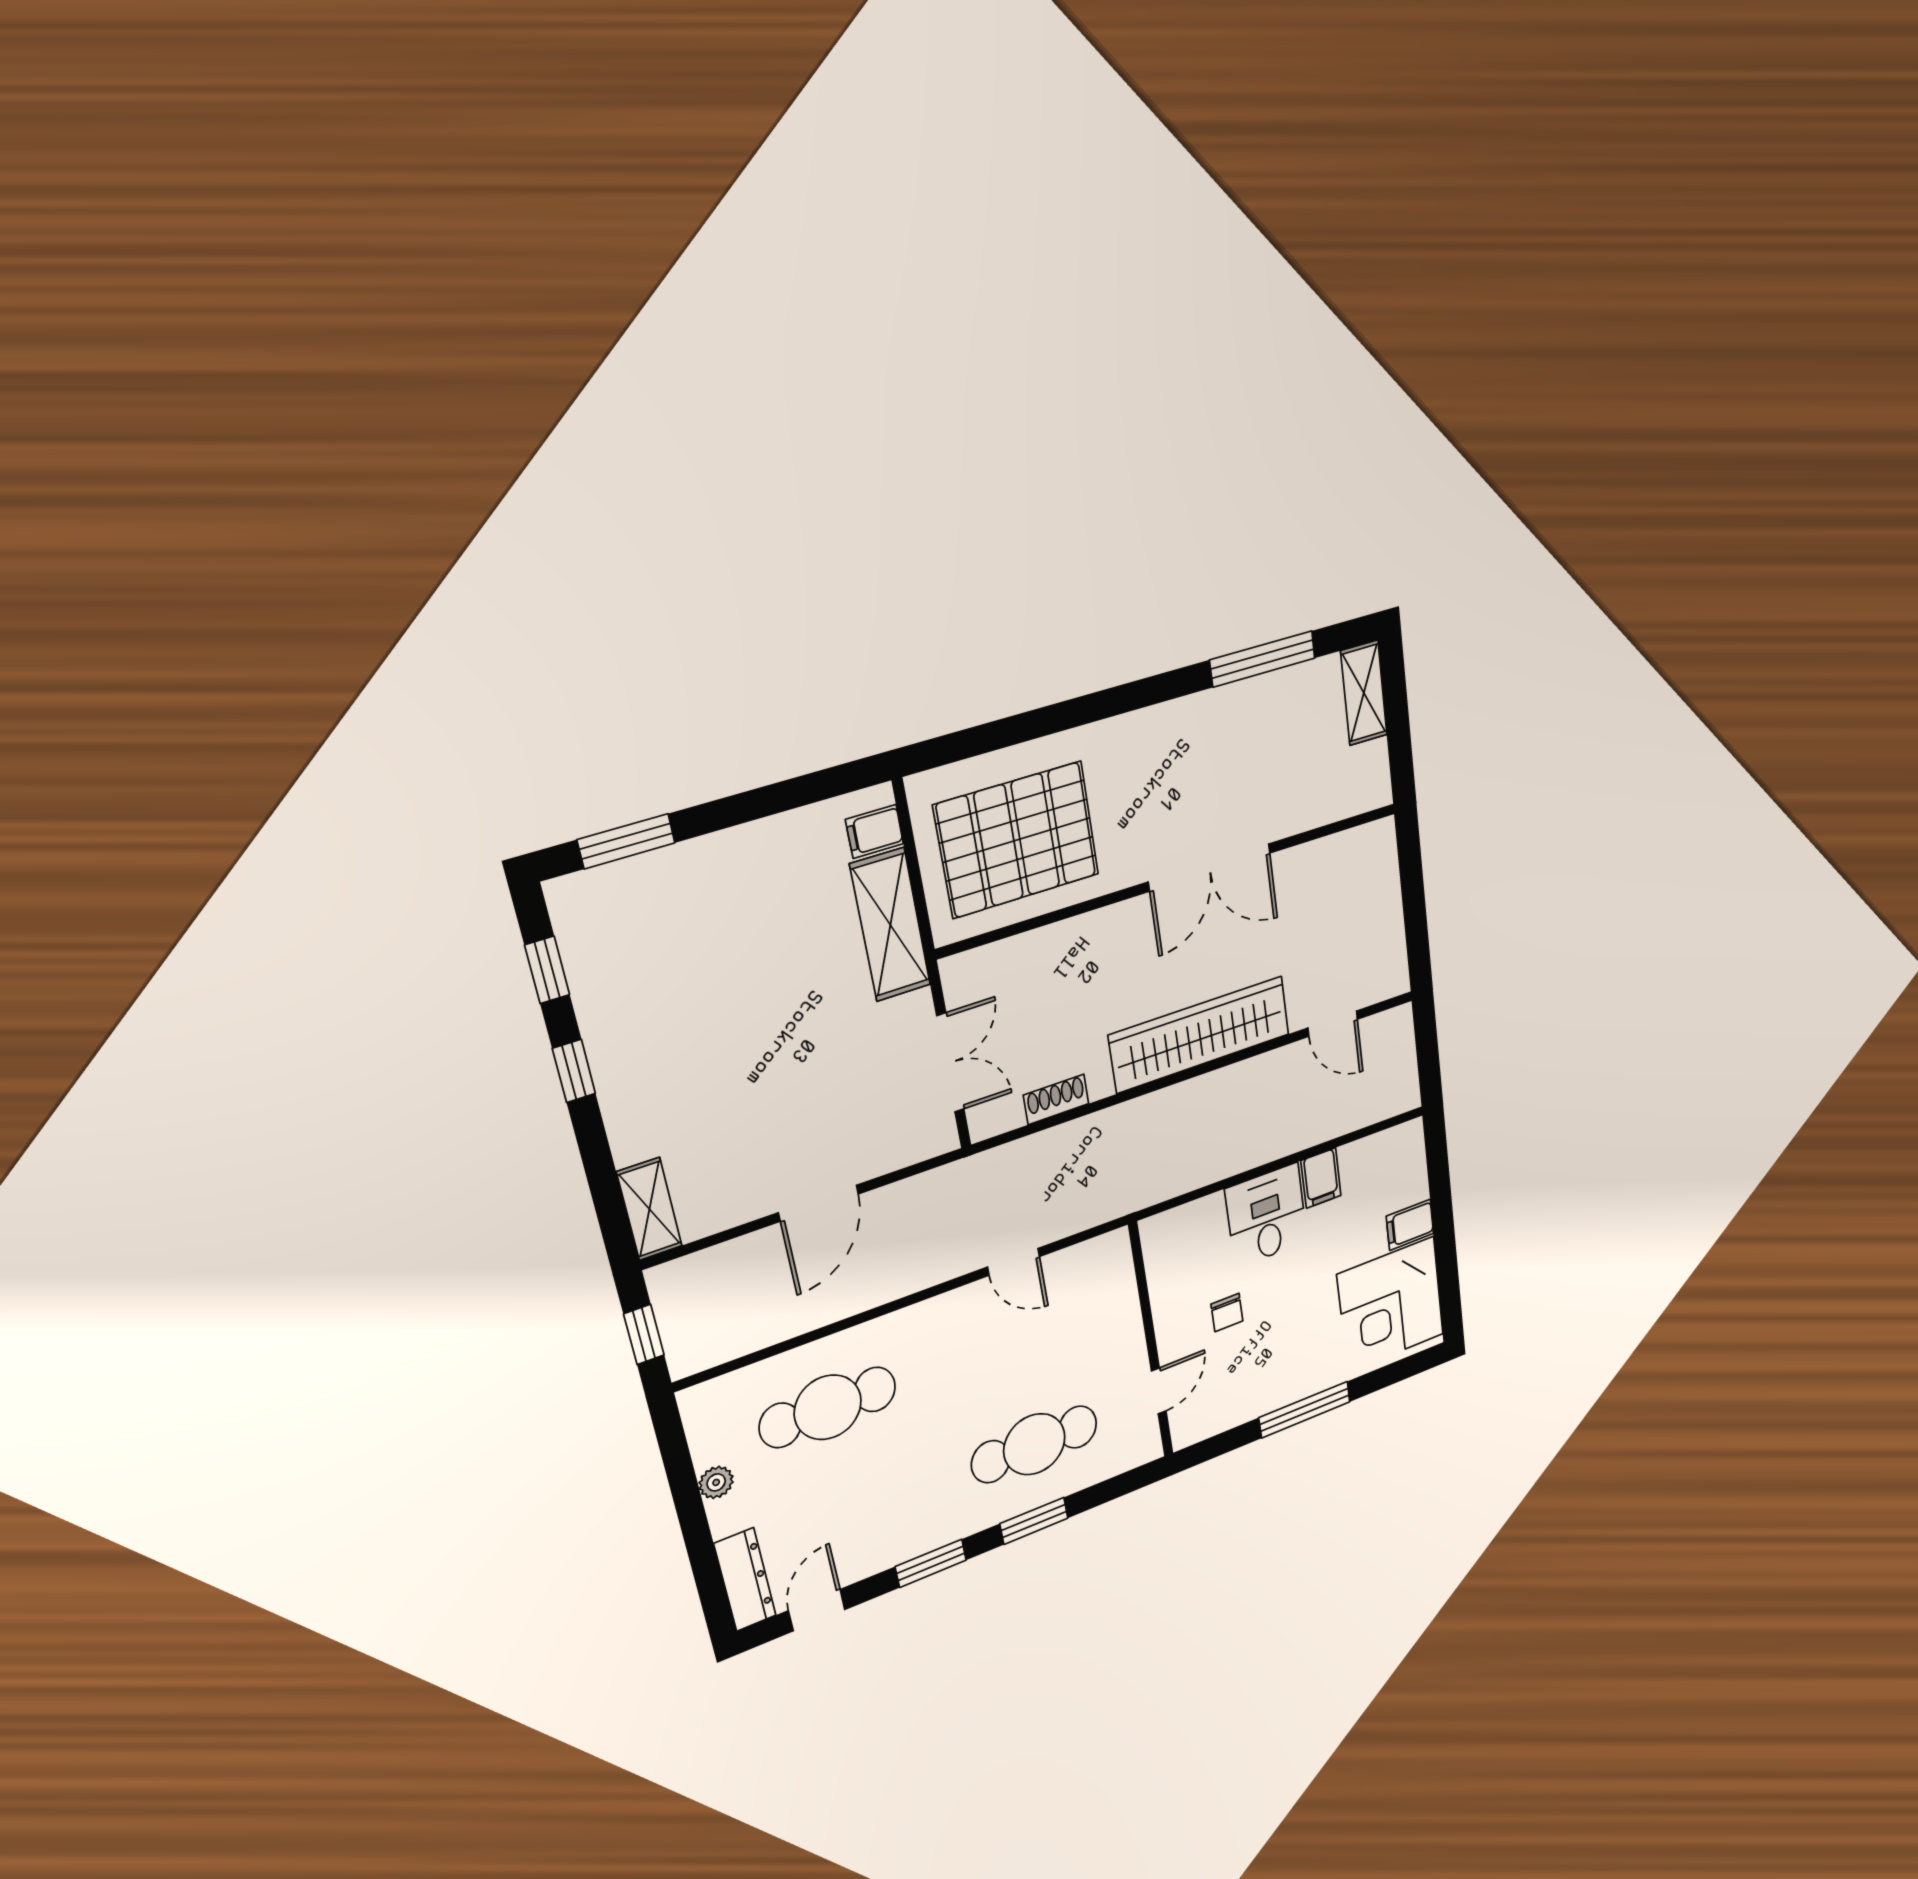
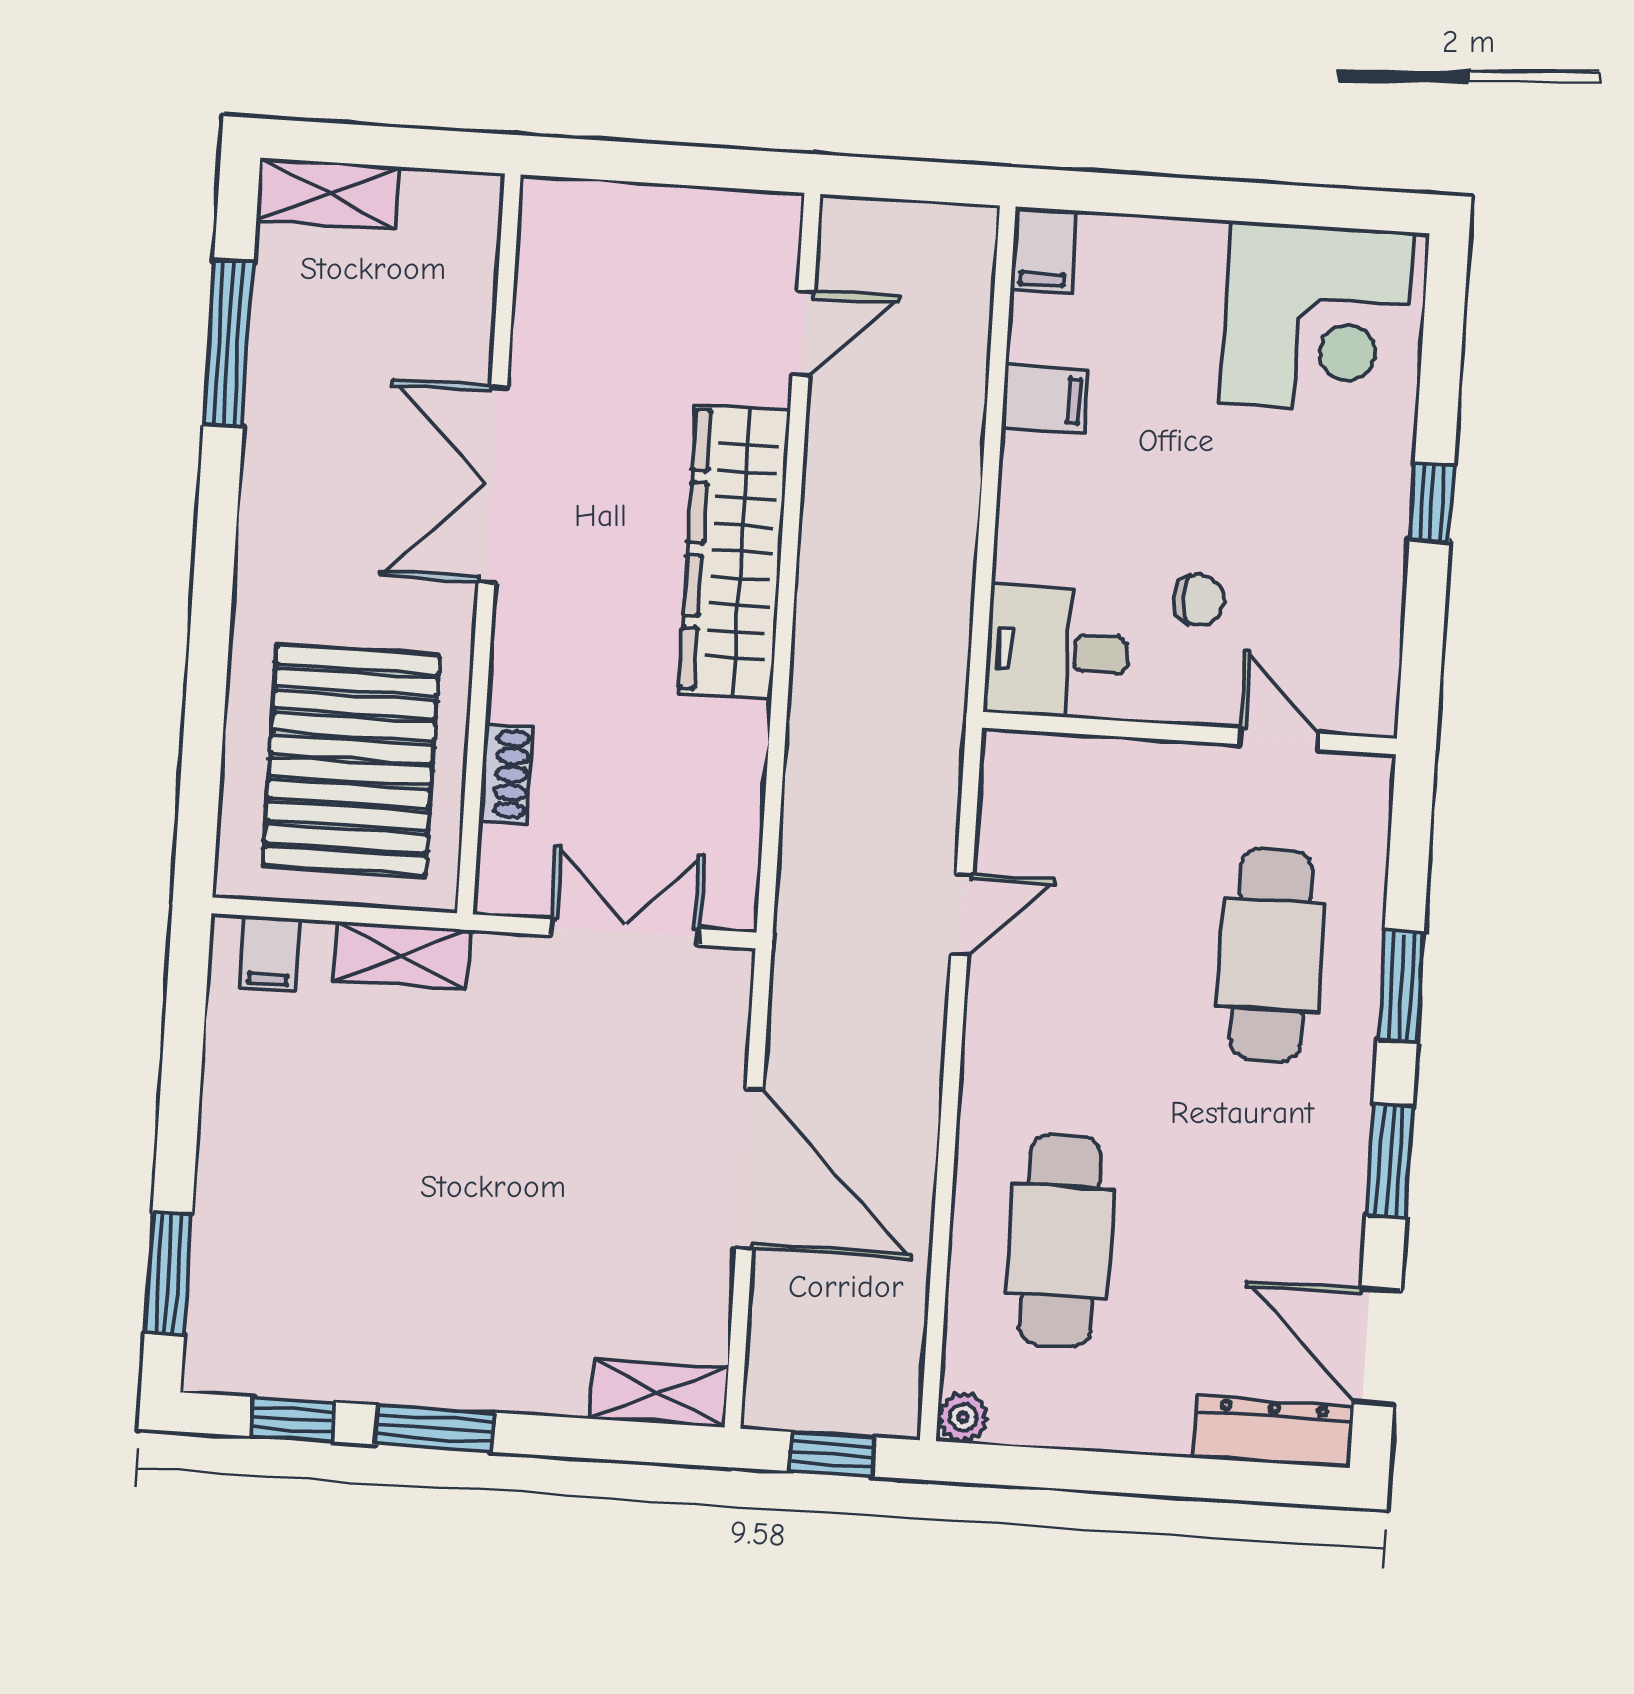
double door: (1210, 867) -> (493, 484), swing flipped
shelving: (890, 925) -> (402, 955), width x0.67, depth x0.75
window: (574, 1071) -> (434, 1428), width x1.50
shoe rack: (1056, 1099) -> (506, 774), moved, turned 180
door: (818, 1203) -> (749, 1169), width x1.36
desk: (1266, 1215) -> (1057, 652), moved
filing cabinet: (1410, 1225) -> (1044, 250), moved
window: (1305, 1410) -> (1432, 502), width x0.46
plant: (716, 1482) -> (963, 1417), moved
door: (817, 1610) -> (1377, 1347), width x1.38

